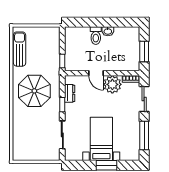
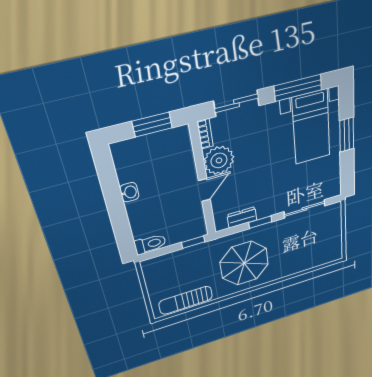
toilet: (96, 36) -> (150, 244), moved
bed with nightstands: (101, 139) -> (311, 127), moved, turned -90

